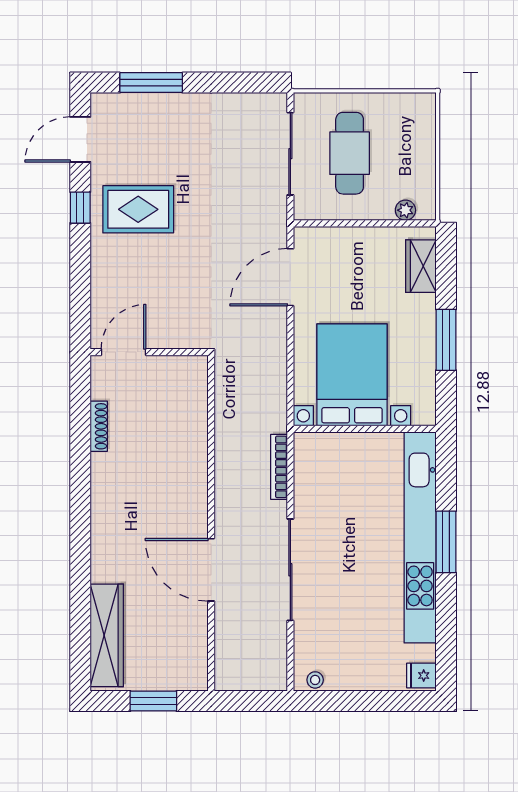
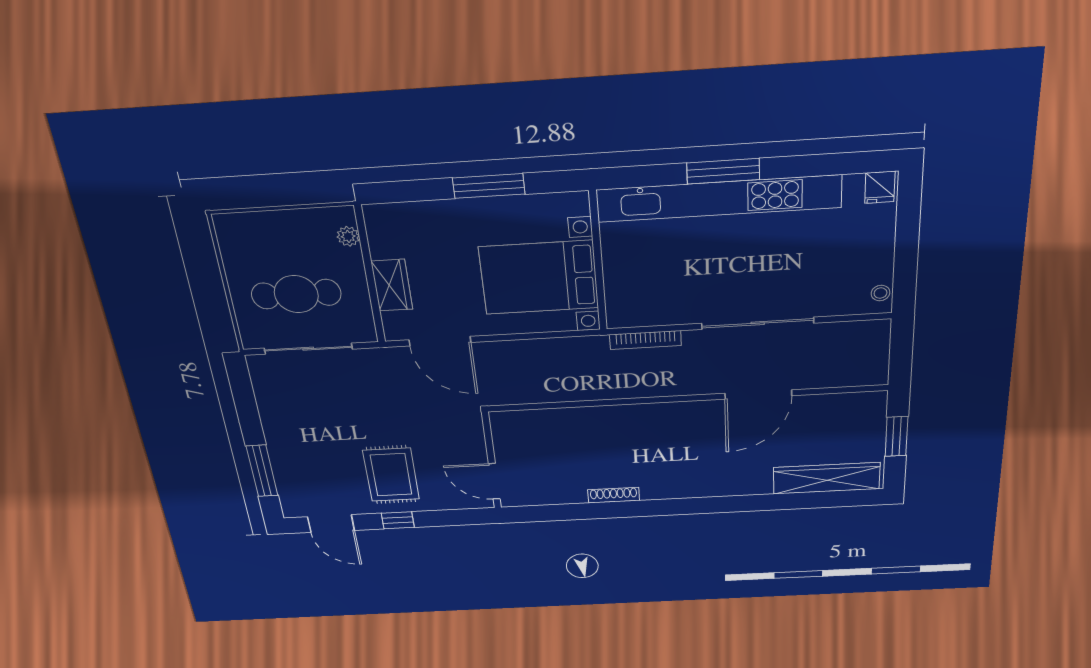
wardrobe: (421, 266) -> (392, 285), moved, turned -90
door: (123, 352) -> (494, 481), moved
wall: (149, 352) -> (491, 461), moved

